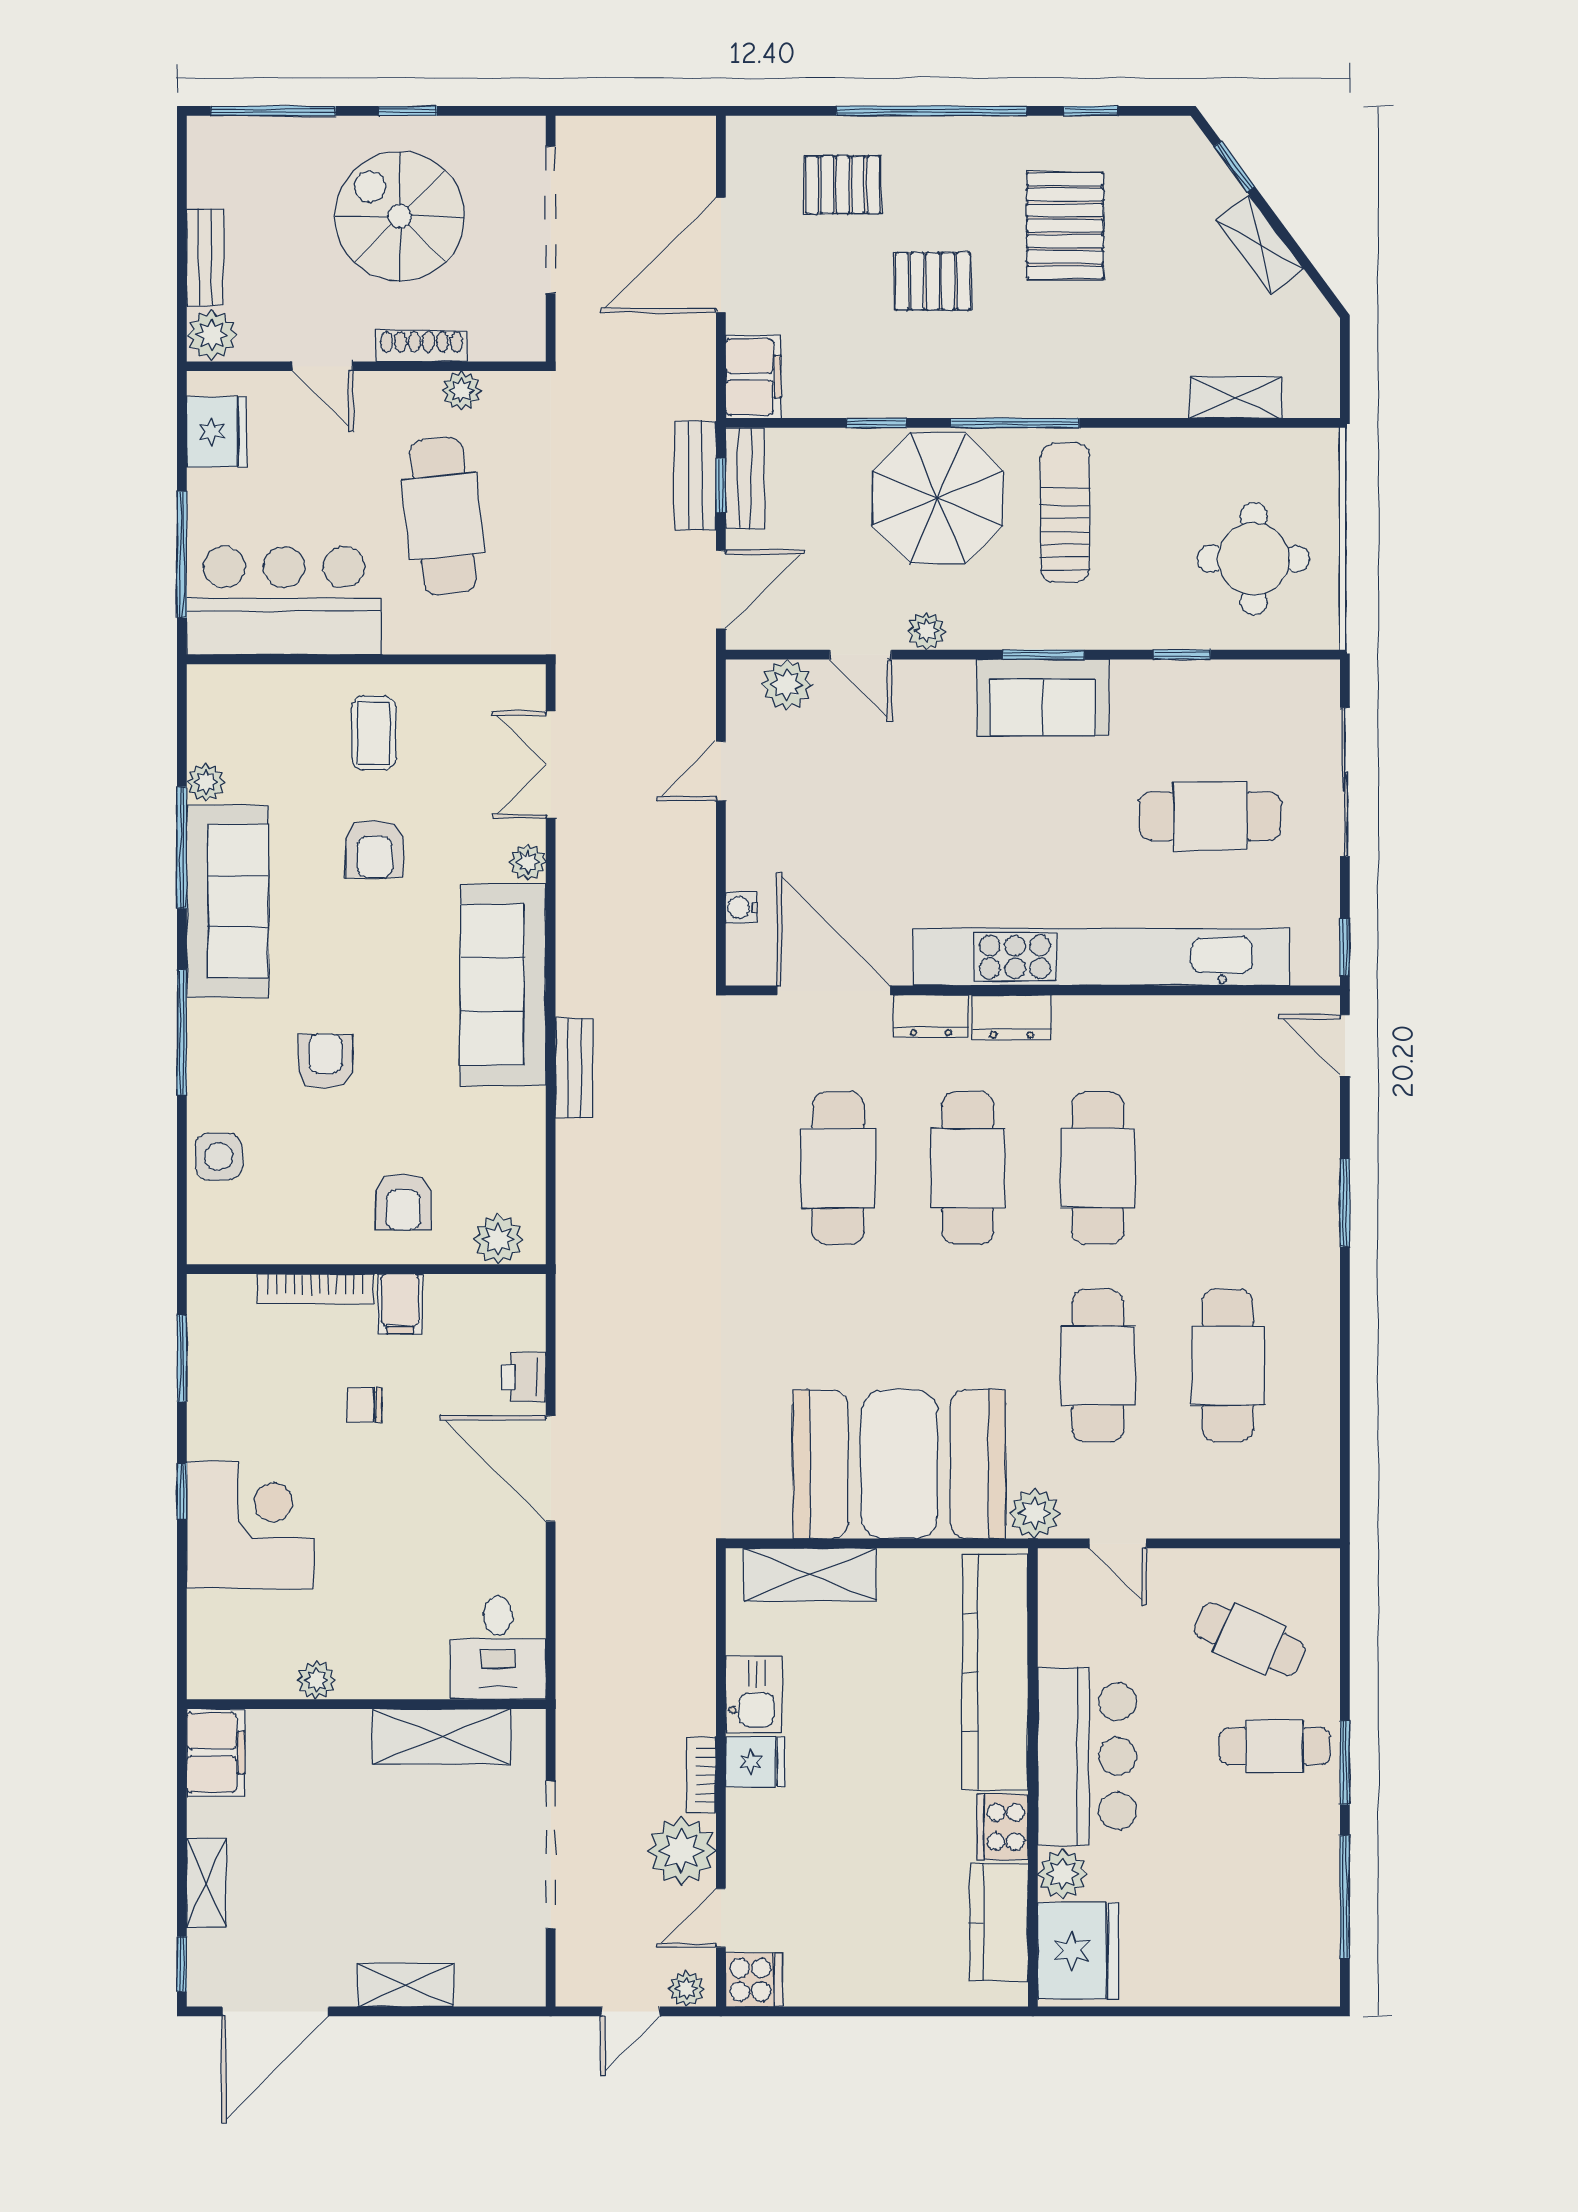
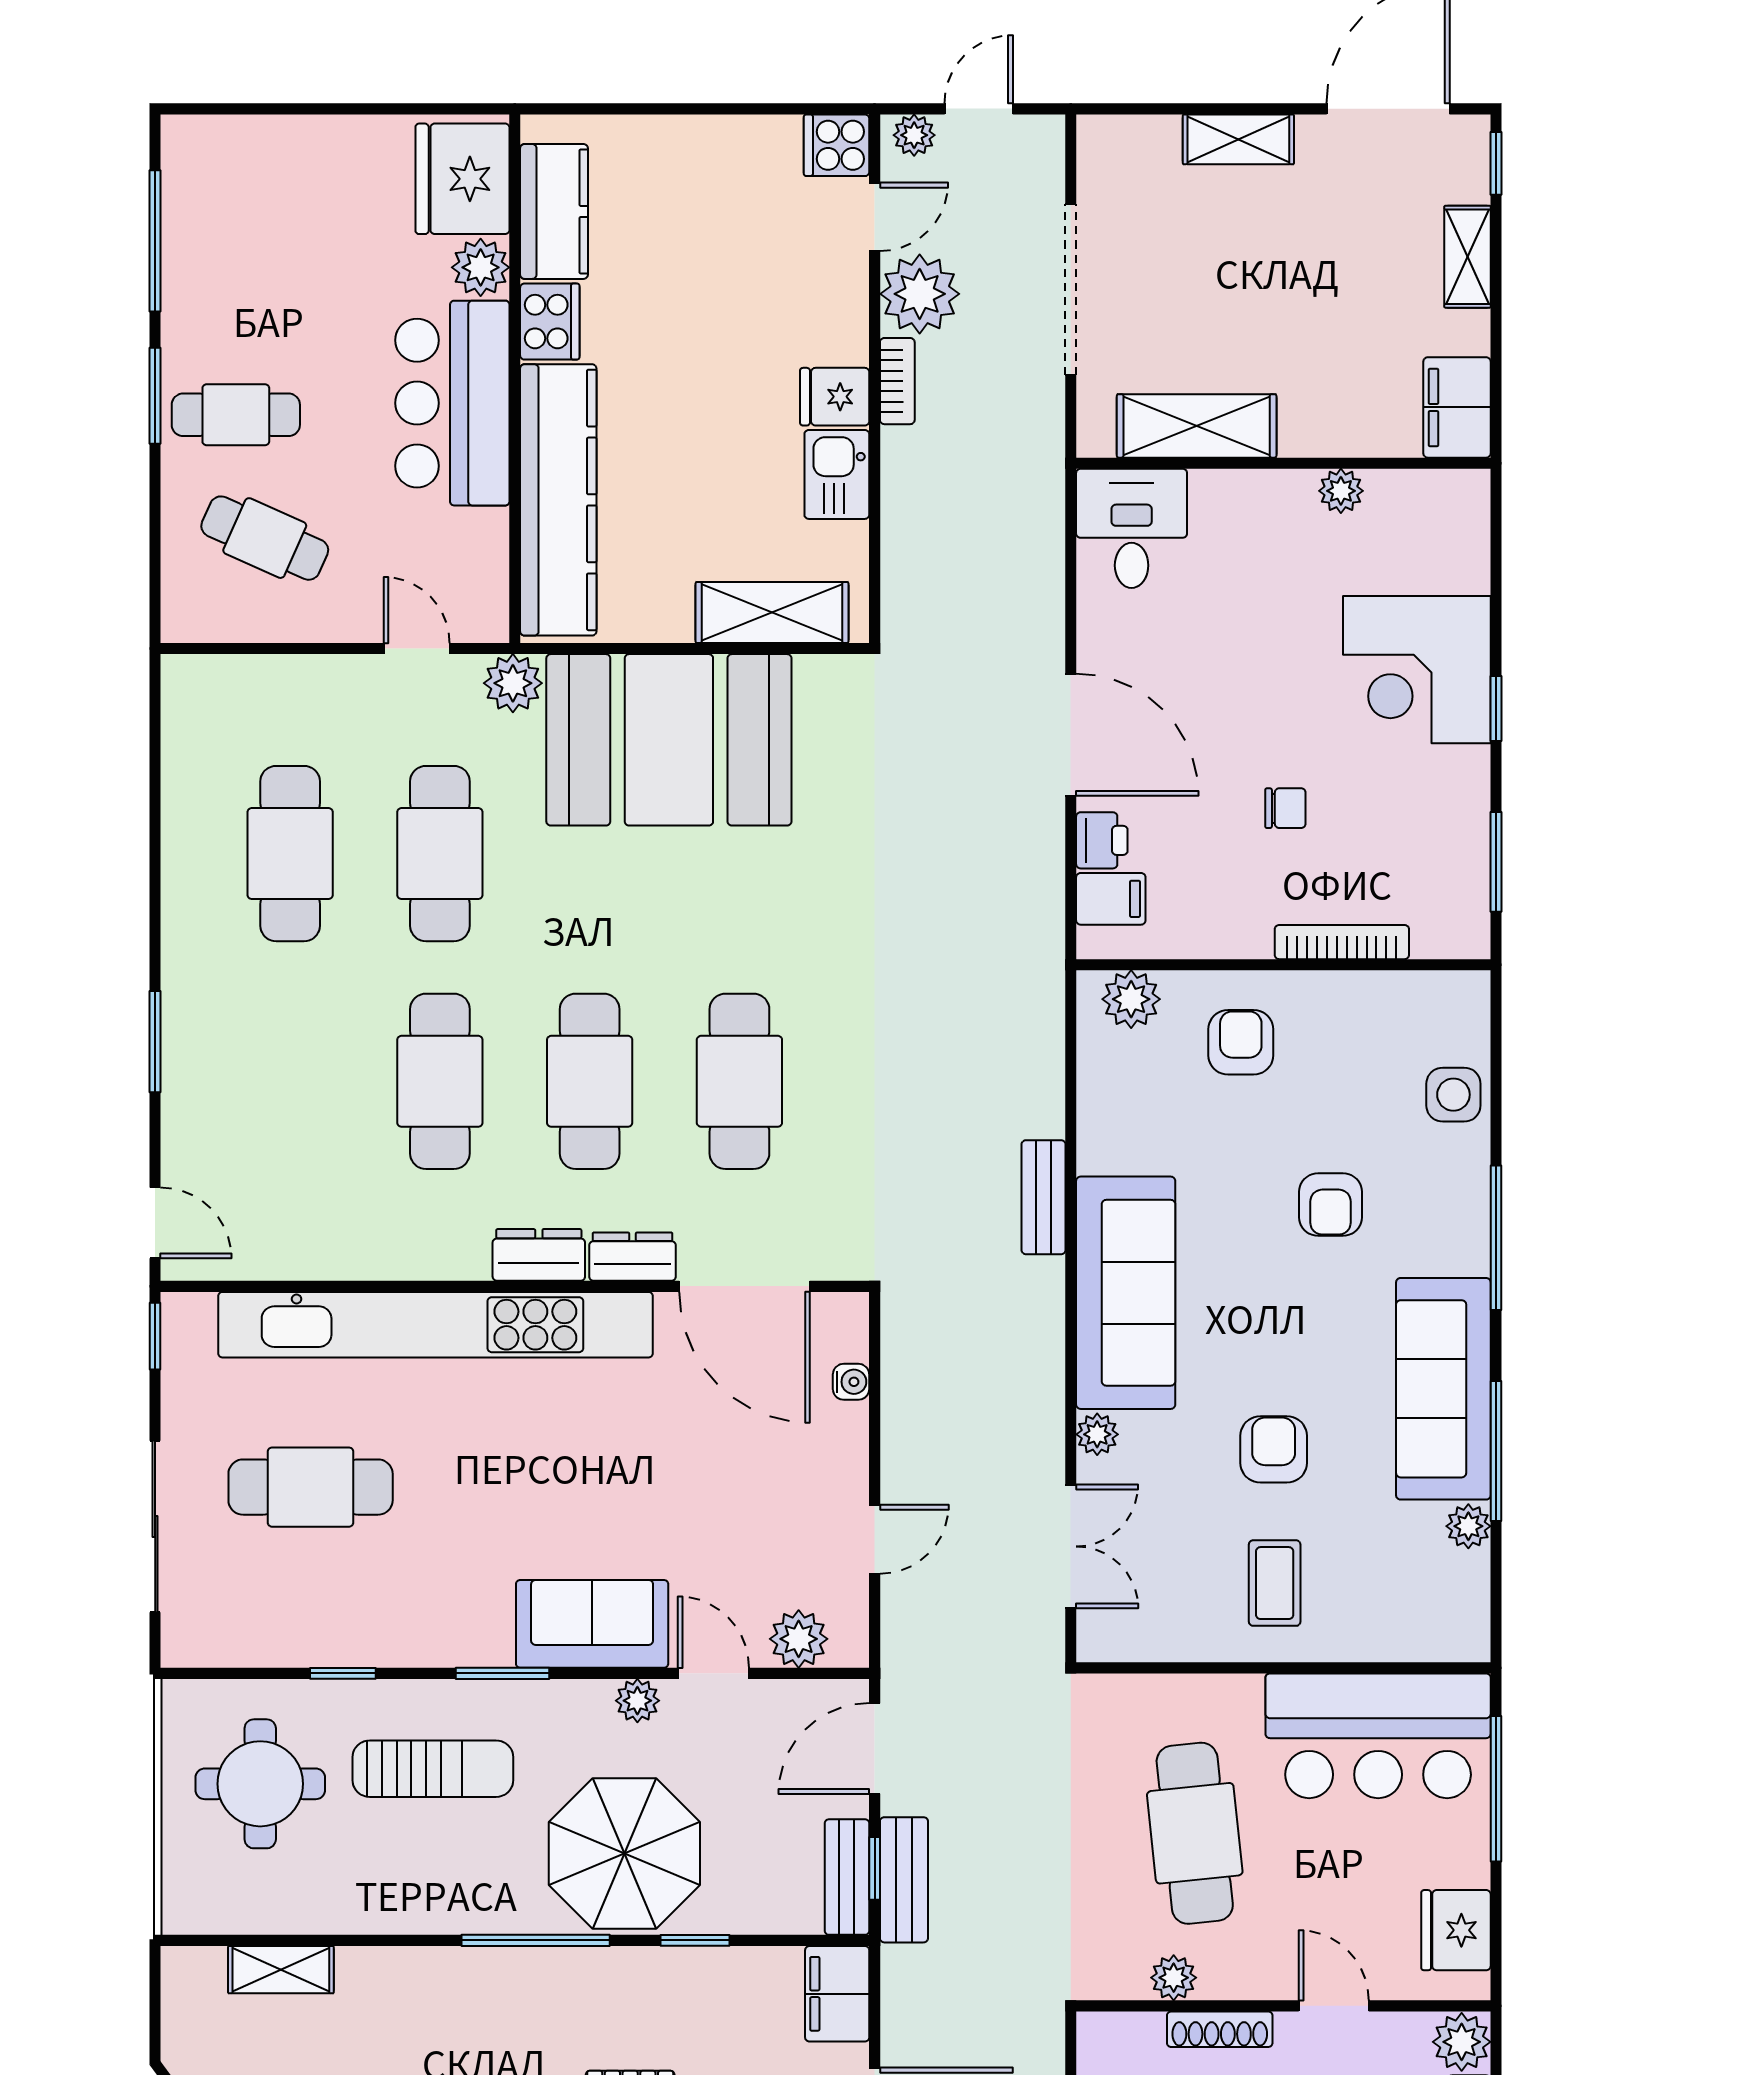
sun lounger: (1065, 513) -> (433, 1769), moved, turned -90
sofa: (1043, 697) -> (592, 1624), moved
filing cabinet: (400, 1304) -> (1111, 899), moved, turned 90

